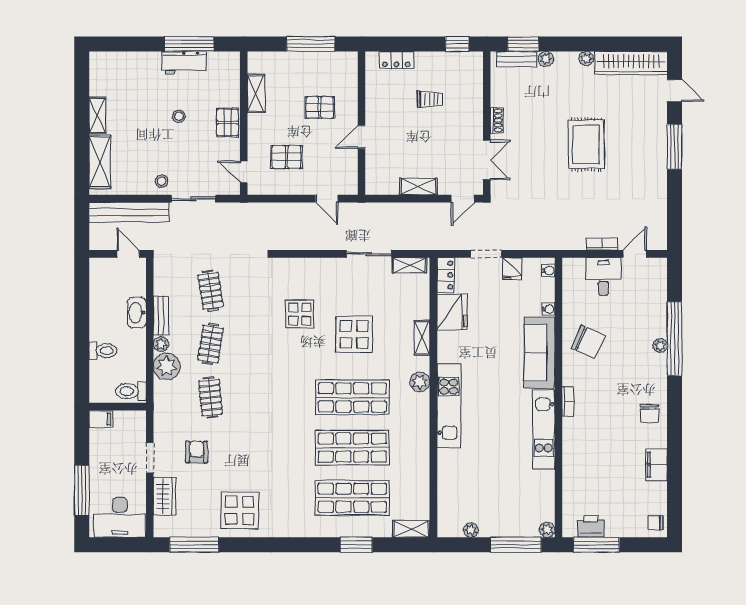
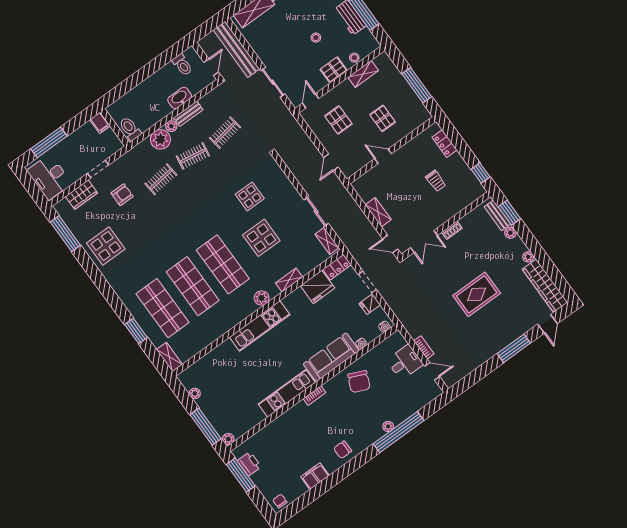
stool: (162, 181) -> (354, 58), moved
toilet: (103, 351) -> (182, 65), moved

